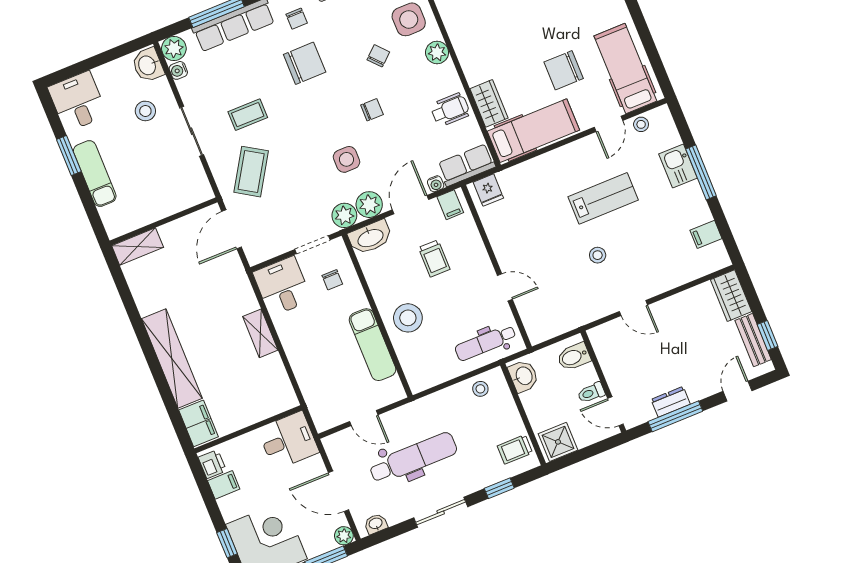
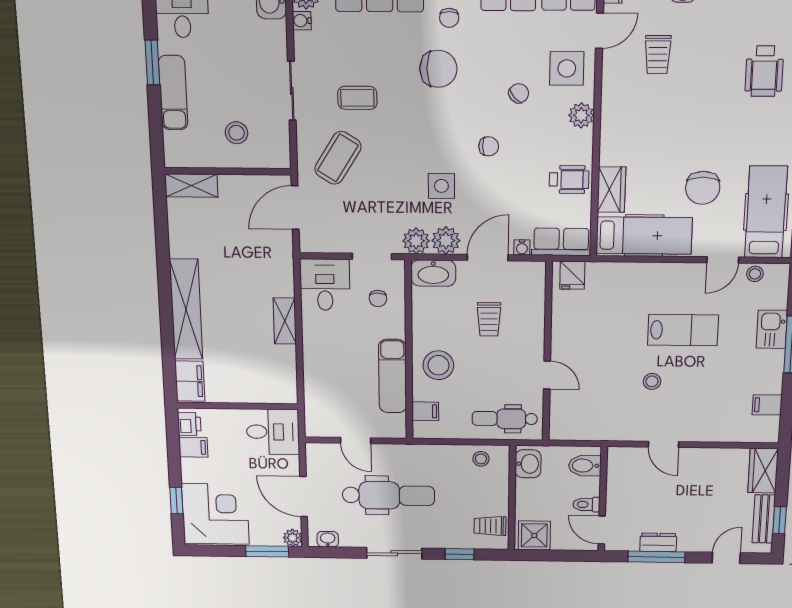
chair: (564, 70) -> (703, 188), turned -90
stool: (145, 111) -> (236, 133), moved
filing cabinet: (450, 205) -> (425, 411), moved, turned -90

